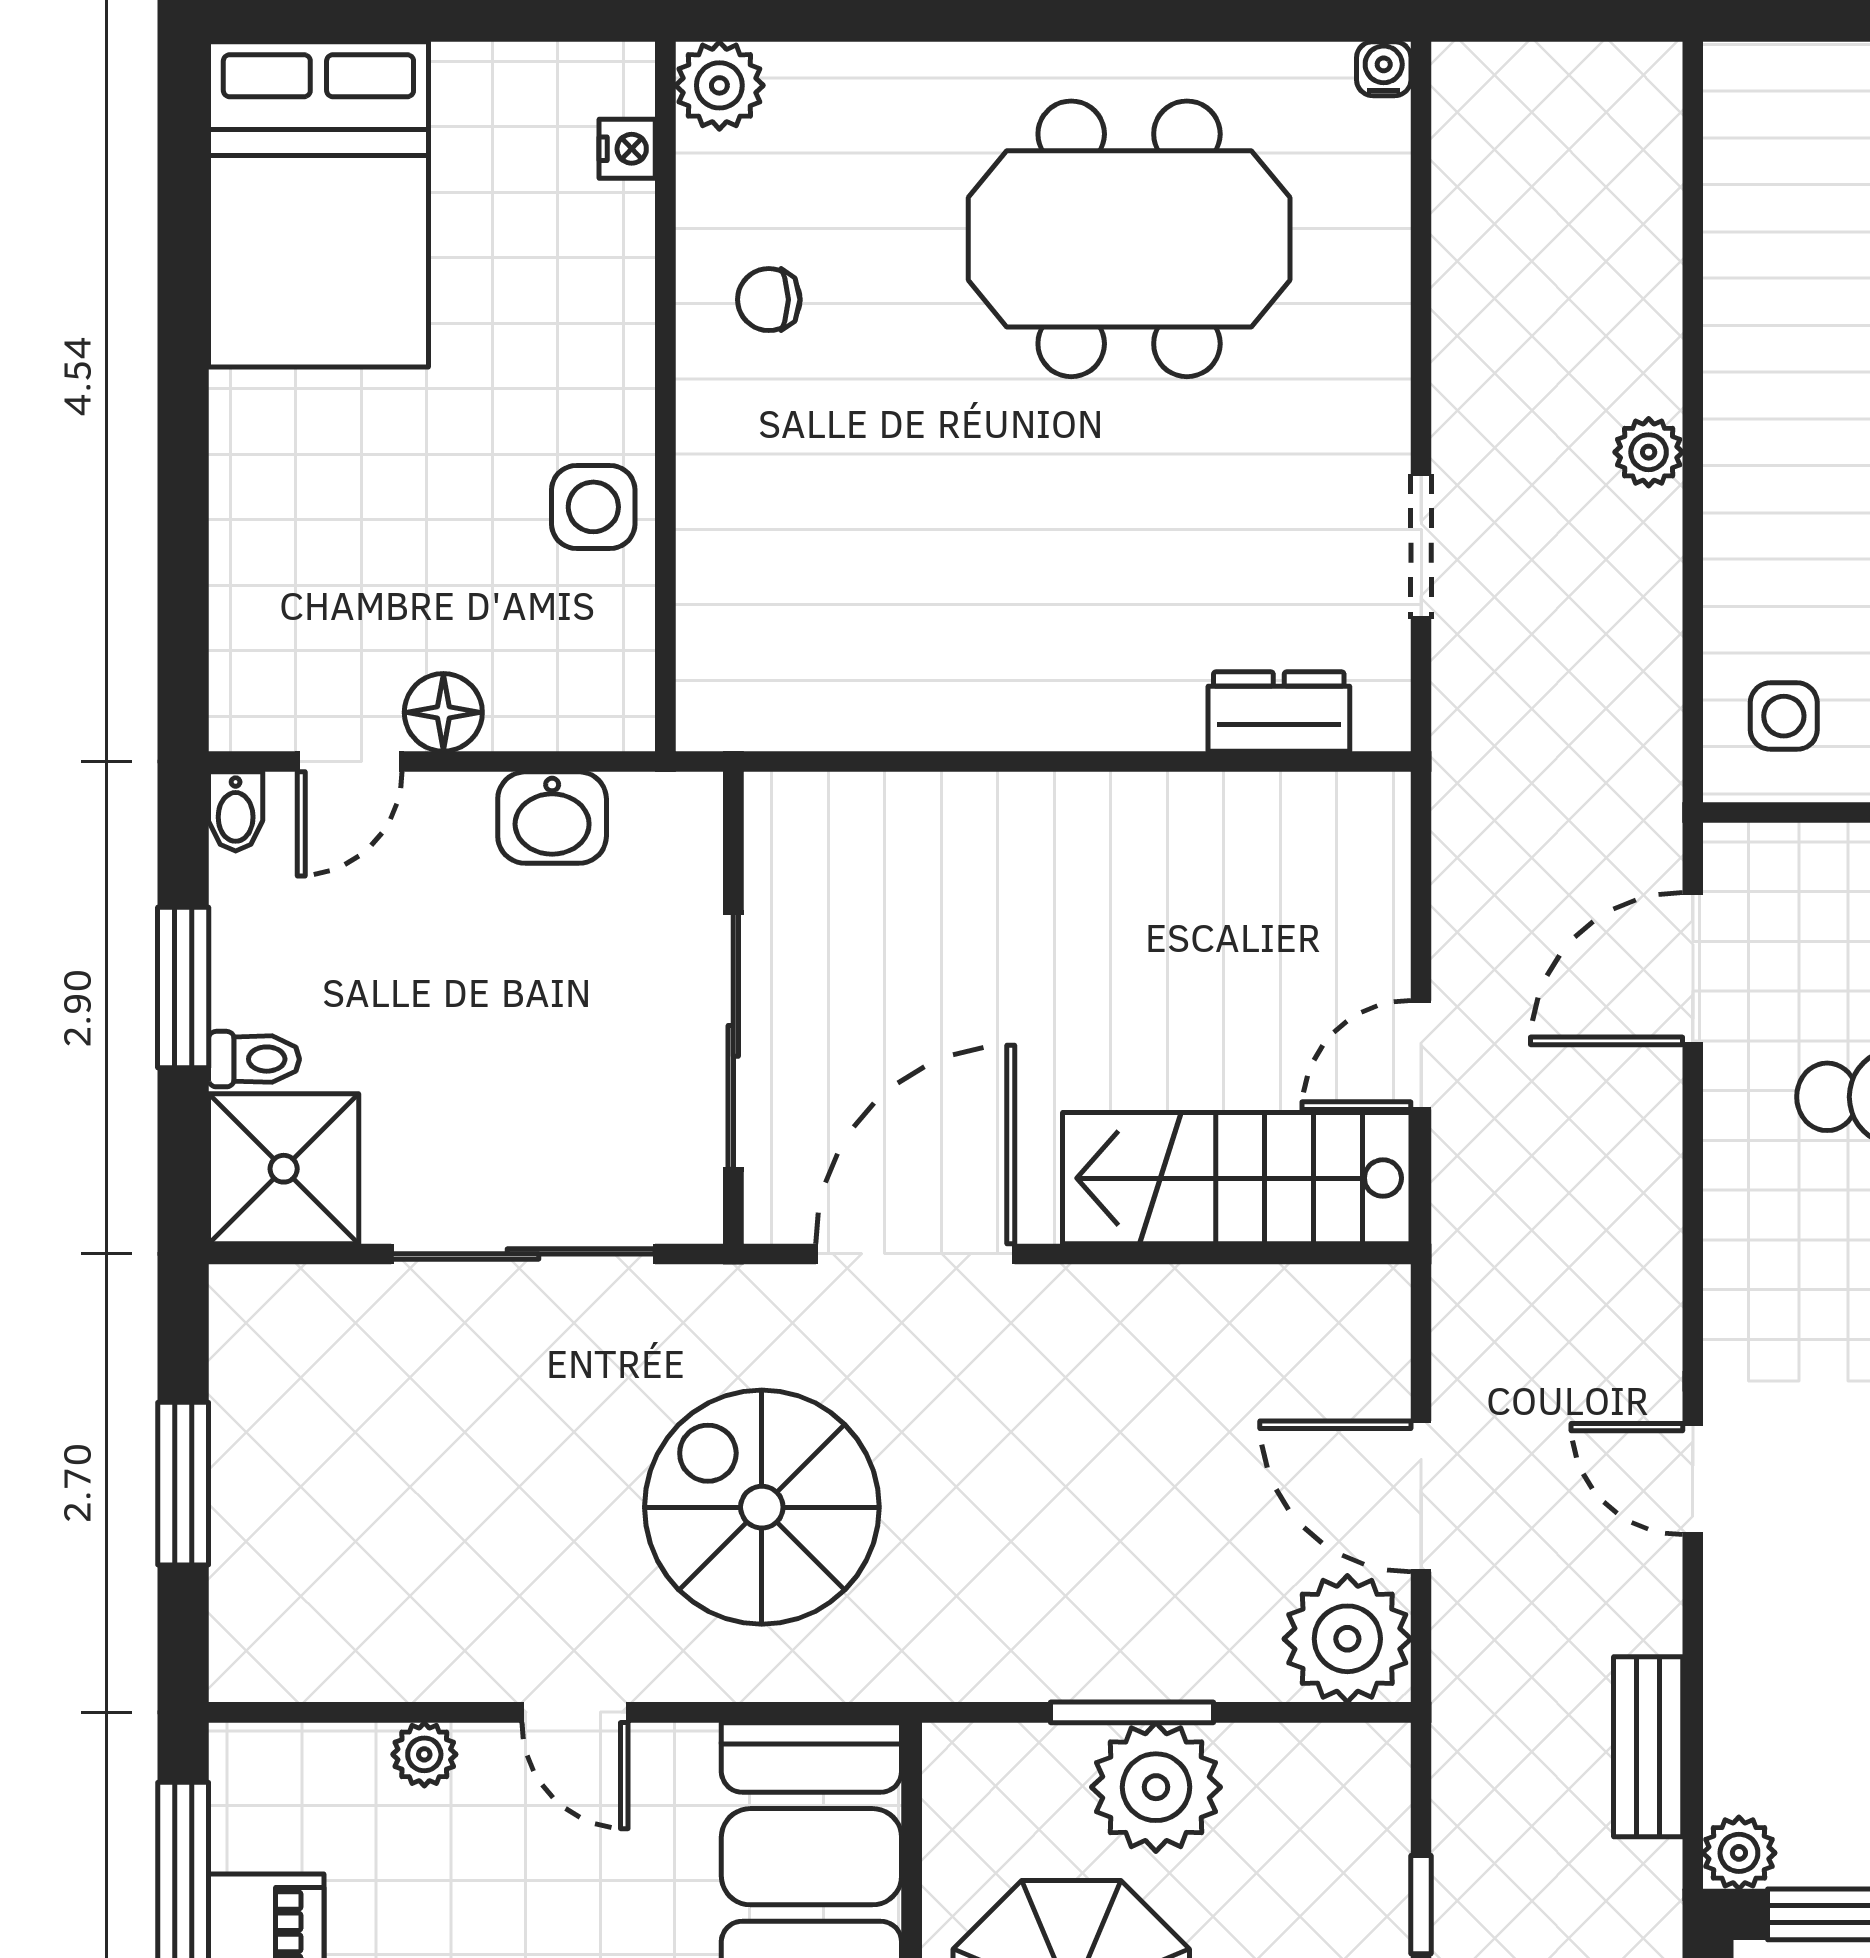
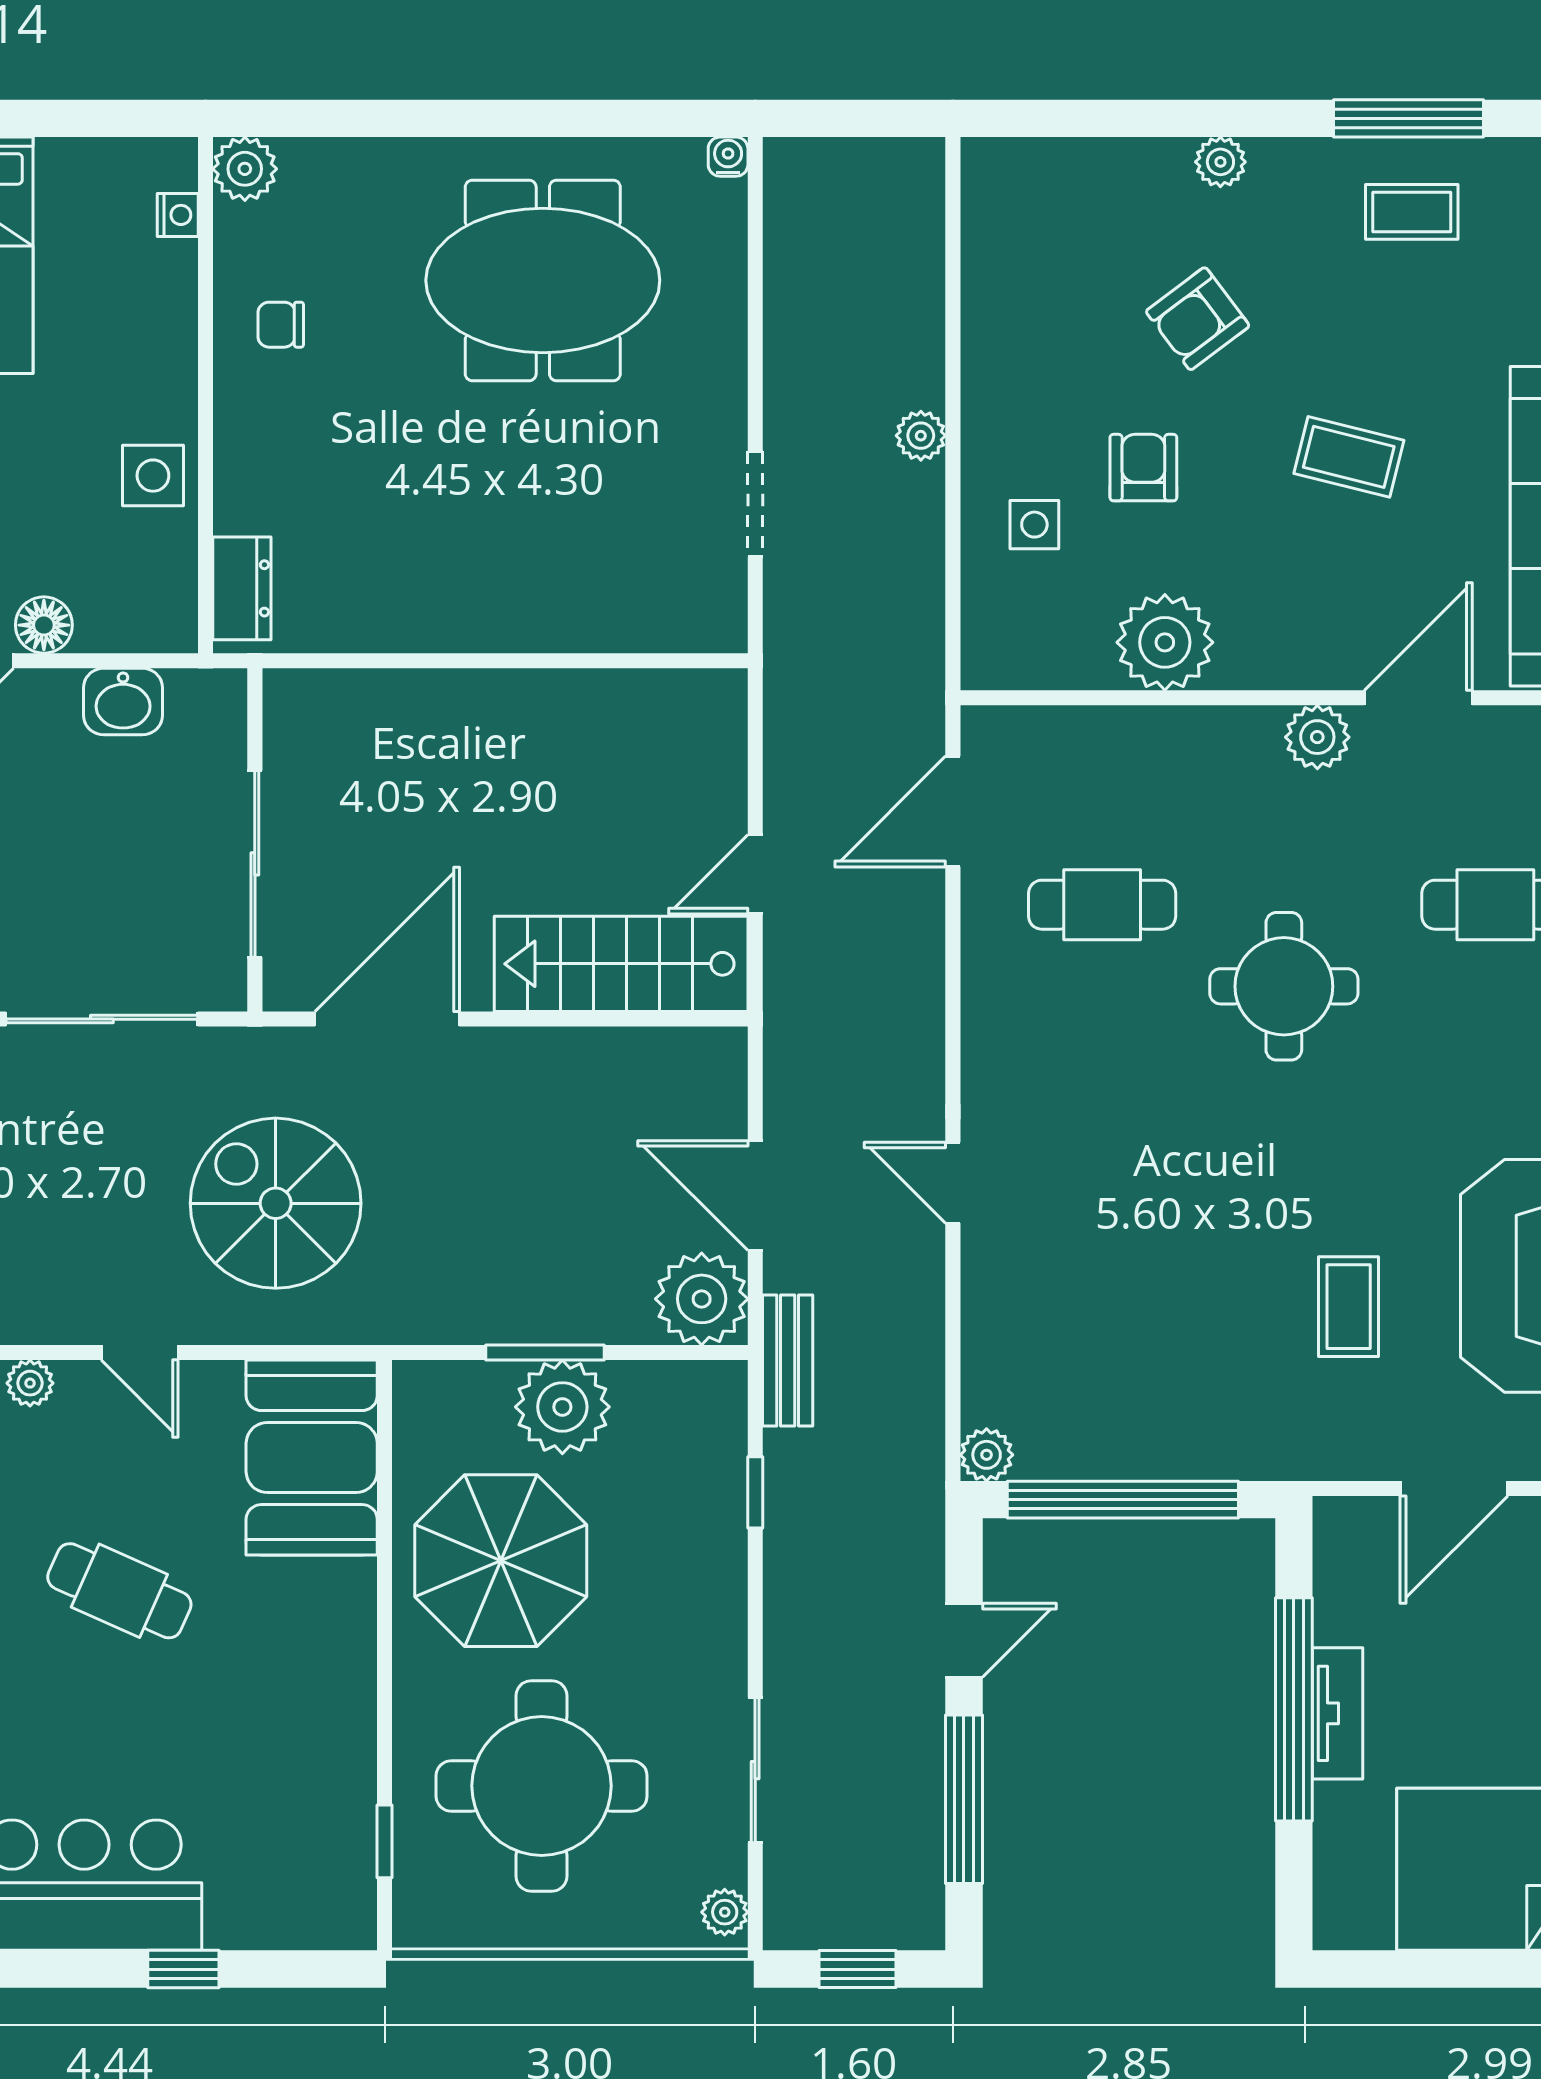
dresser: (1279, 712) -> (242, 588), moved, turned 90
side table: (1784, 716) -> (1034, 525), moved
bench: (1648, 1747) -> (788, 1361), moved

